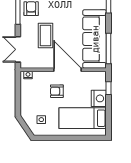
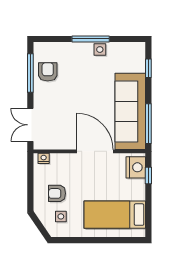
coffee table: (45, 36) -> (66, 107), removed
armchair: (57, 91) -> (57, 193), moved
nightstand: (99, 98) -> (136, 167), moved

